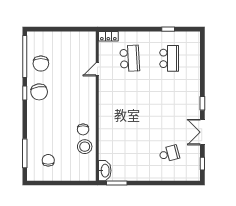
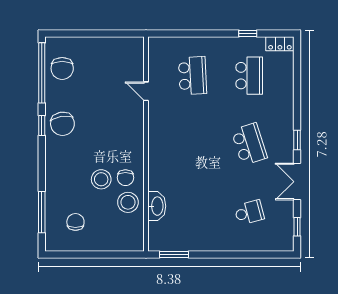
locker: (108, 36) -> (280, 44), moved
chair: (41, 64) -> (62, 68), moved
door: (97, 69) -> (146, 91), hinge flipped
school desk: (169, 106) -> (249, 144), added
stool: (66, 131) -> (101, 179), added
washbasin: (105, 171) -> (157, 206), moved

